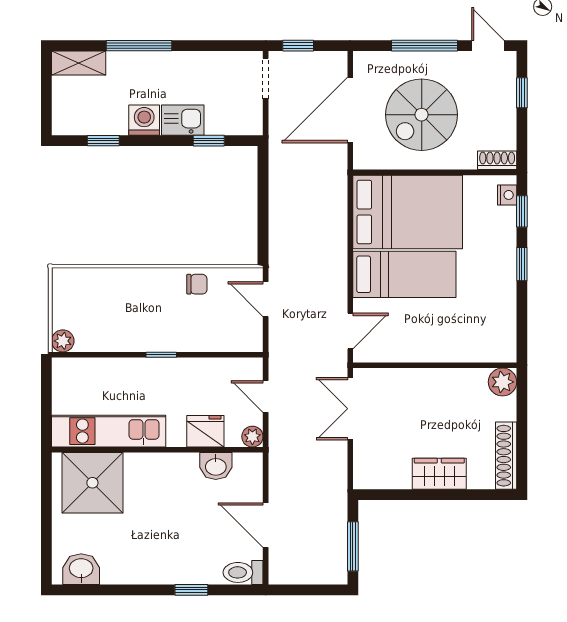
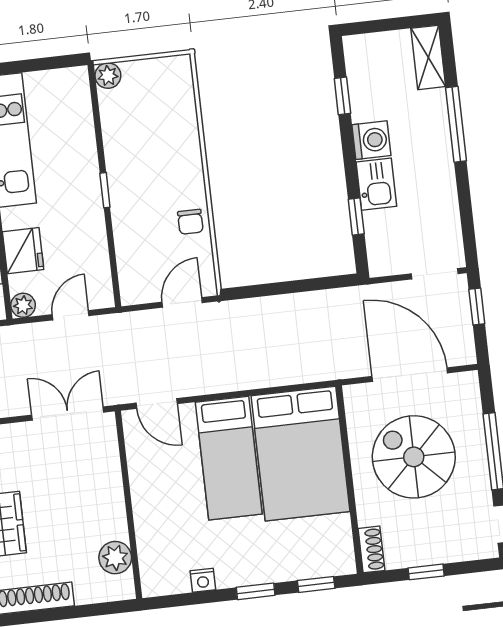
window: (522, 93) -> (426, 572), moved
nightstand: (507, 195) -> (203, 580), moved
plant: (503, 382) -> (115, 558), moved

